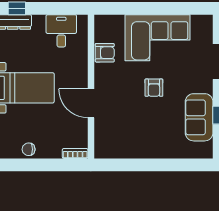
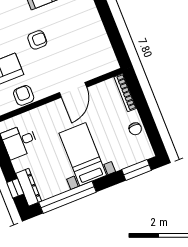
bookcase: (75, 153) -> (125, 93), width x1.56

